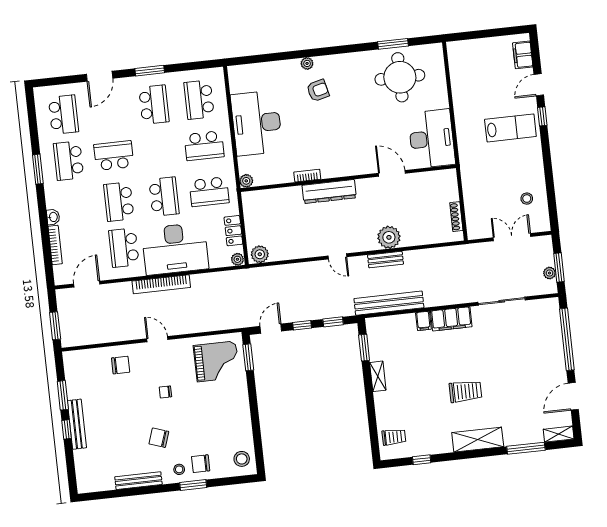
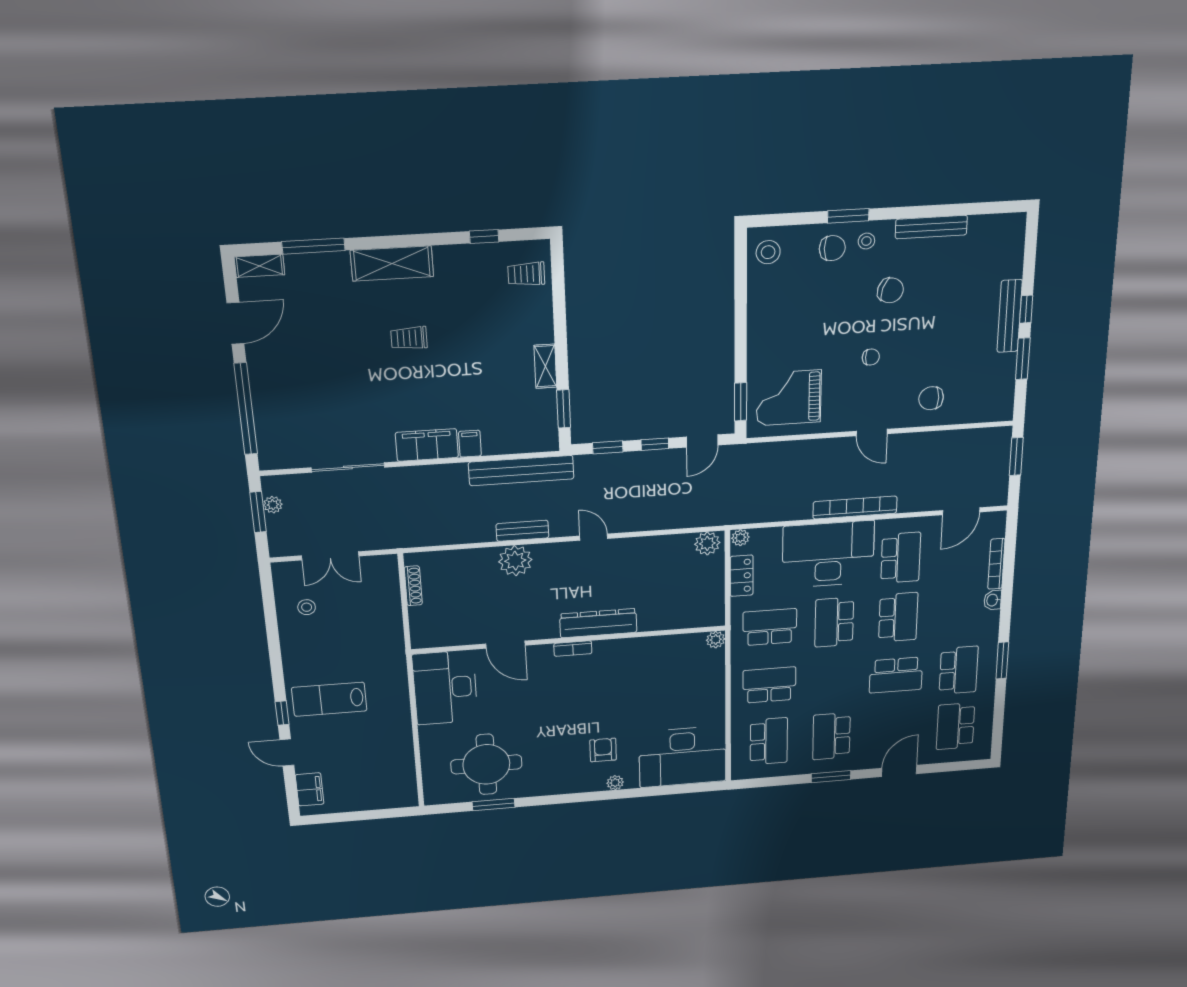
door: (539, 85) -> (287, 753), swing flipped
armchair: (318, 90) -> (603, 750), turned 104
desk: (257, 123) -> (683, 757), moved, turned 90
bookcase: (307, 176) -> (573, 649), moved
trolley: (465, 391) -> (409, 338), width x0.73, depth x0.72

